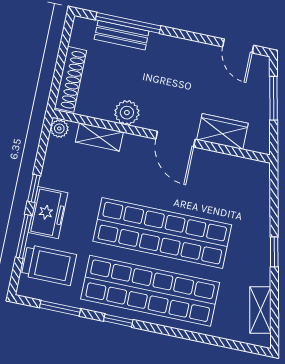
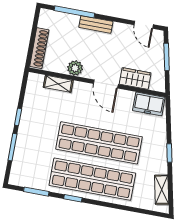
bench: (122, 35) -> (96, 24), moved
plant: (59, 129) -> (33, 79), removed
freezer: (48, 213) -> (149, 104), moved, turned 90
trolley: (49, 265) -> (29, 165), removed

